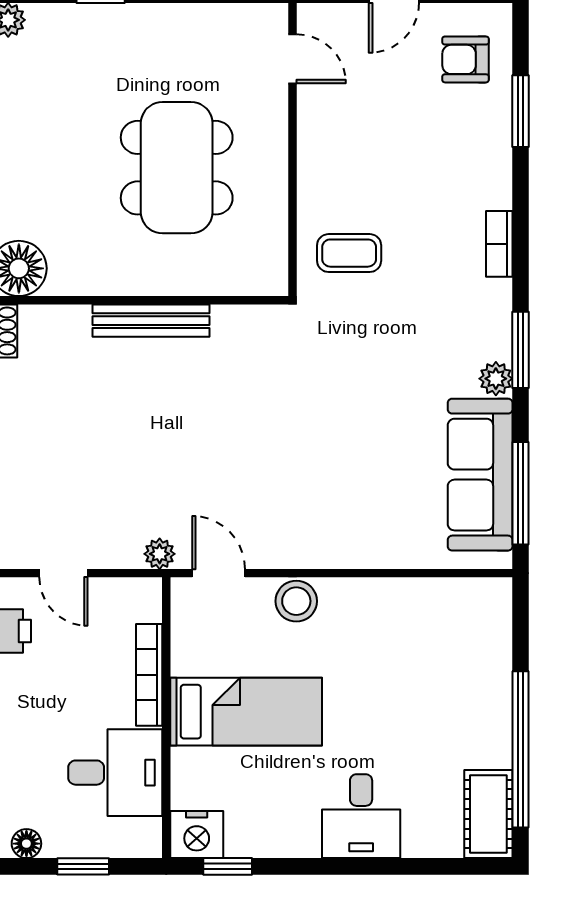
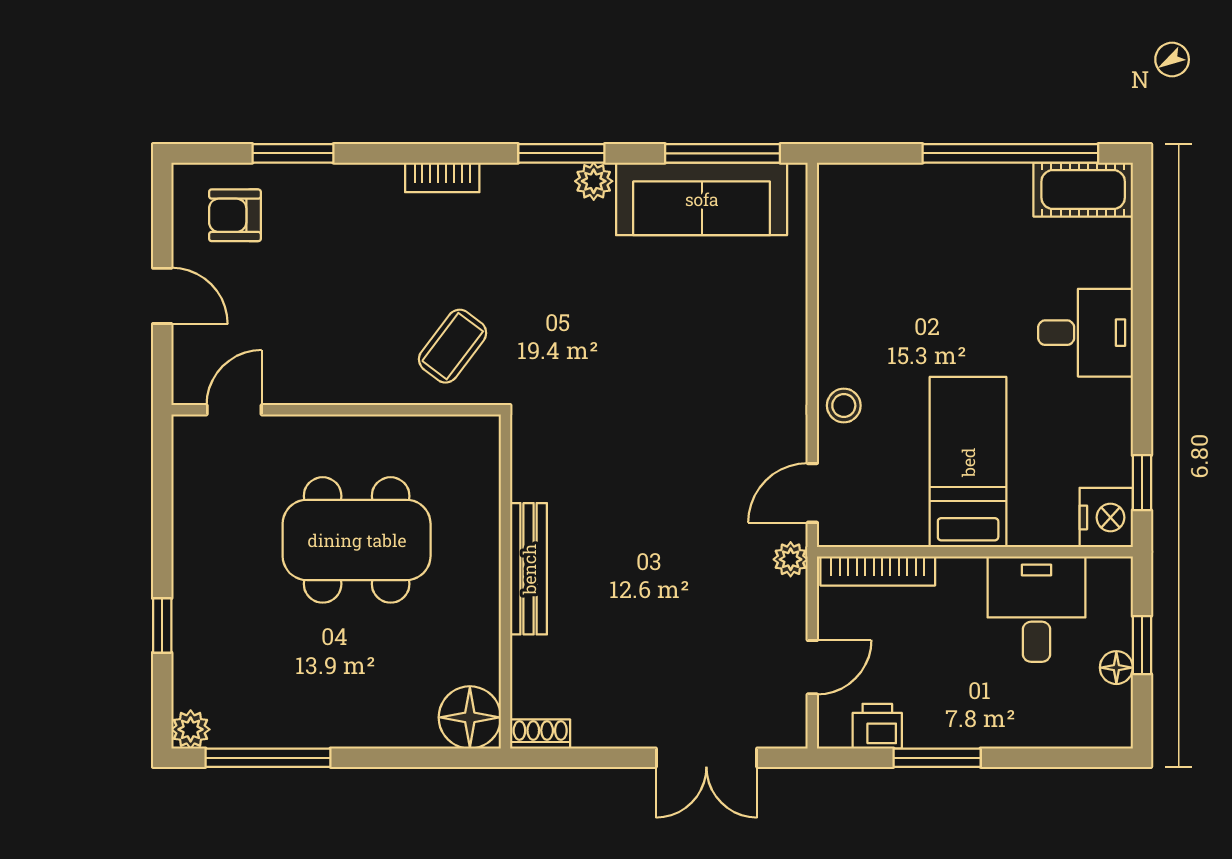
armchair: (465, 59) -> (235, 215), turned 90
coffee table: (349, 253) -> (453, 346), turned 37
stool: (296, 601) -> (844, 406), width x0.73, depth x0.73
bookcase: (149, 675) -> (878, 571), moved
floor lamp: (26, 844) -> (1116, 668), moved

